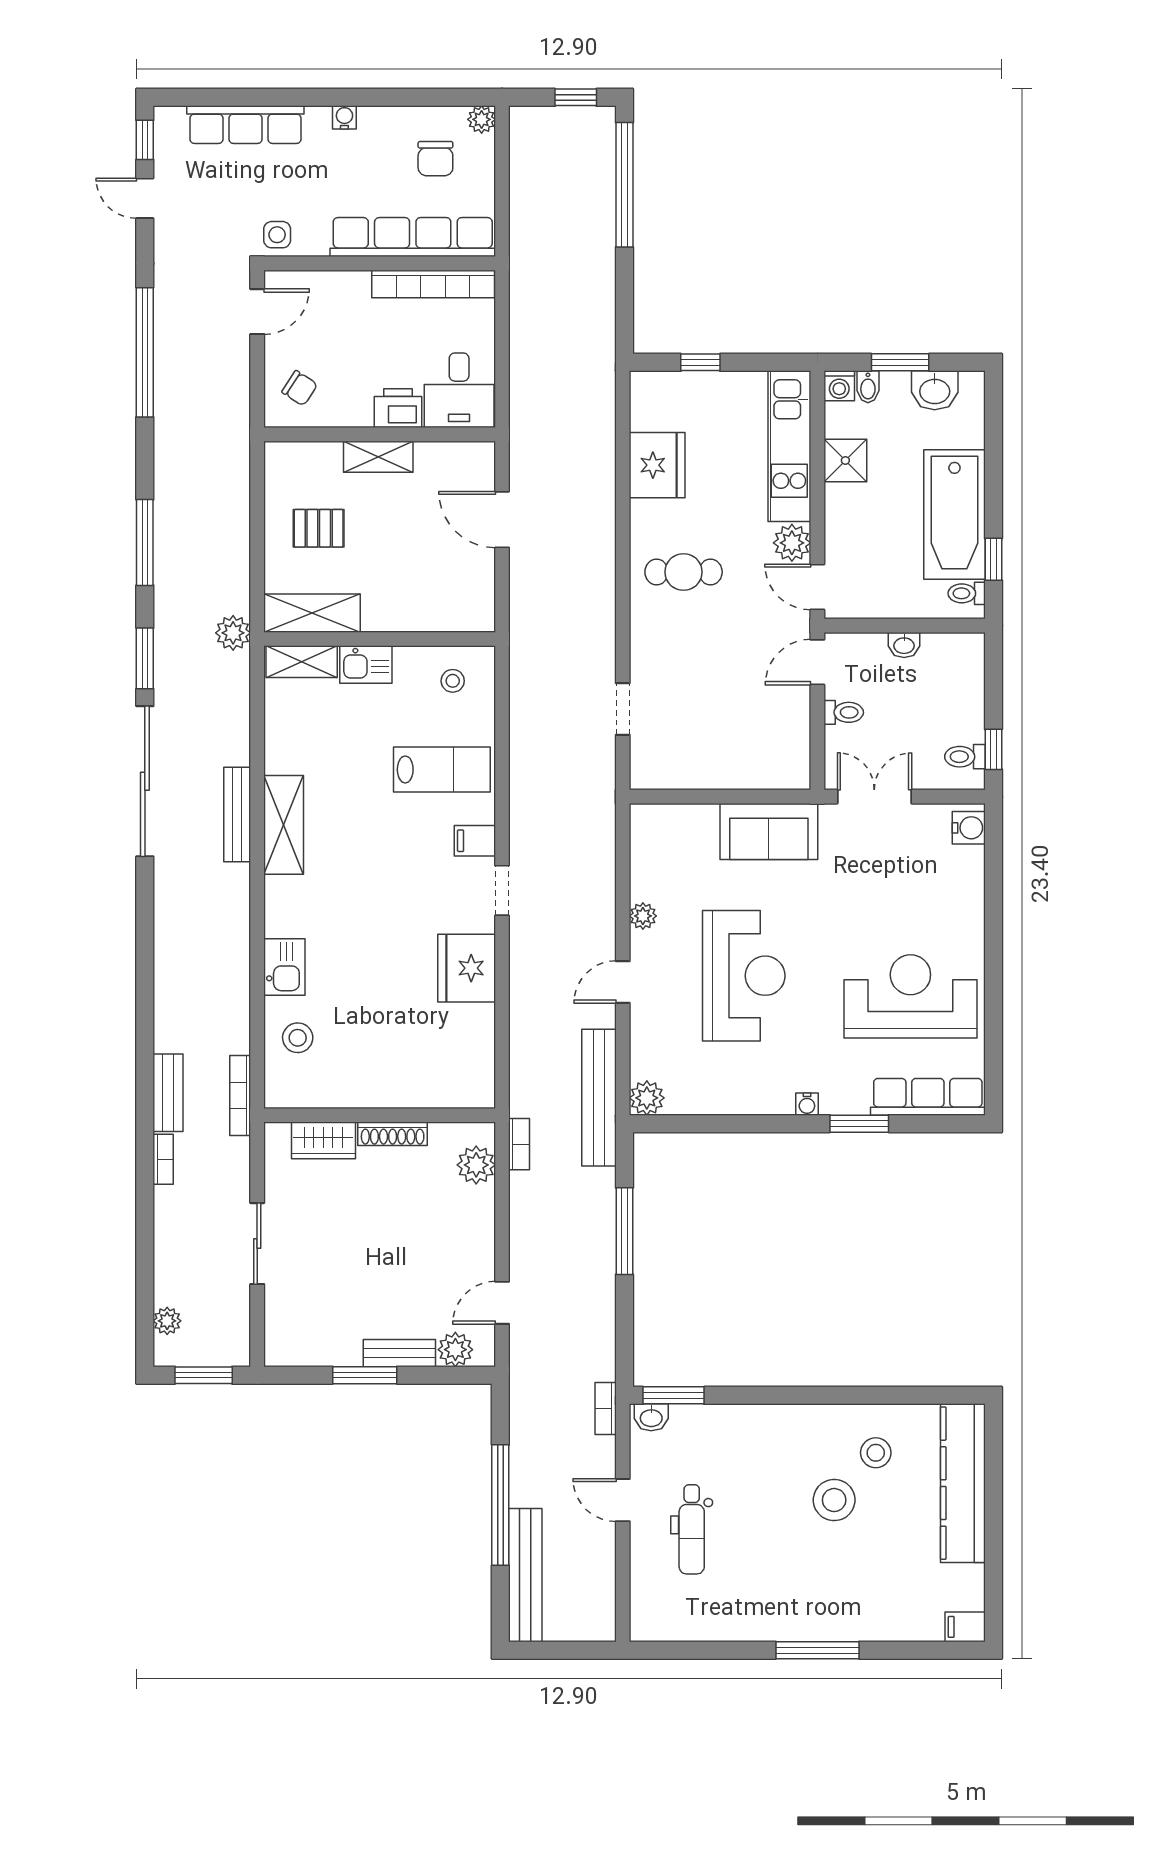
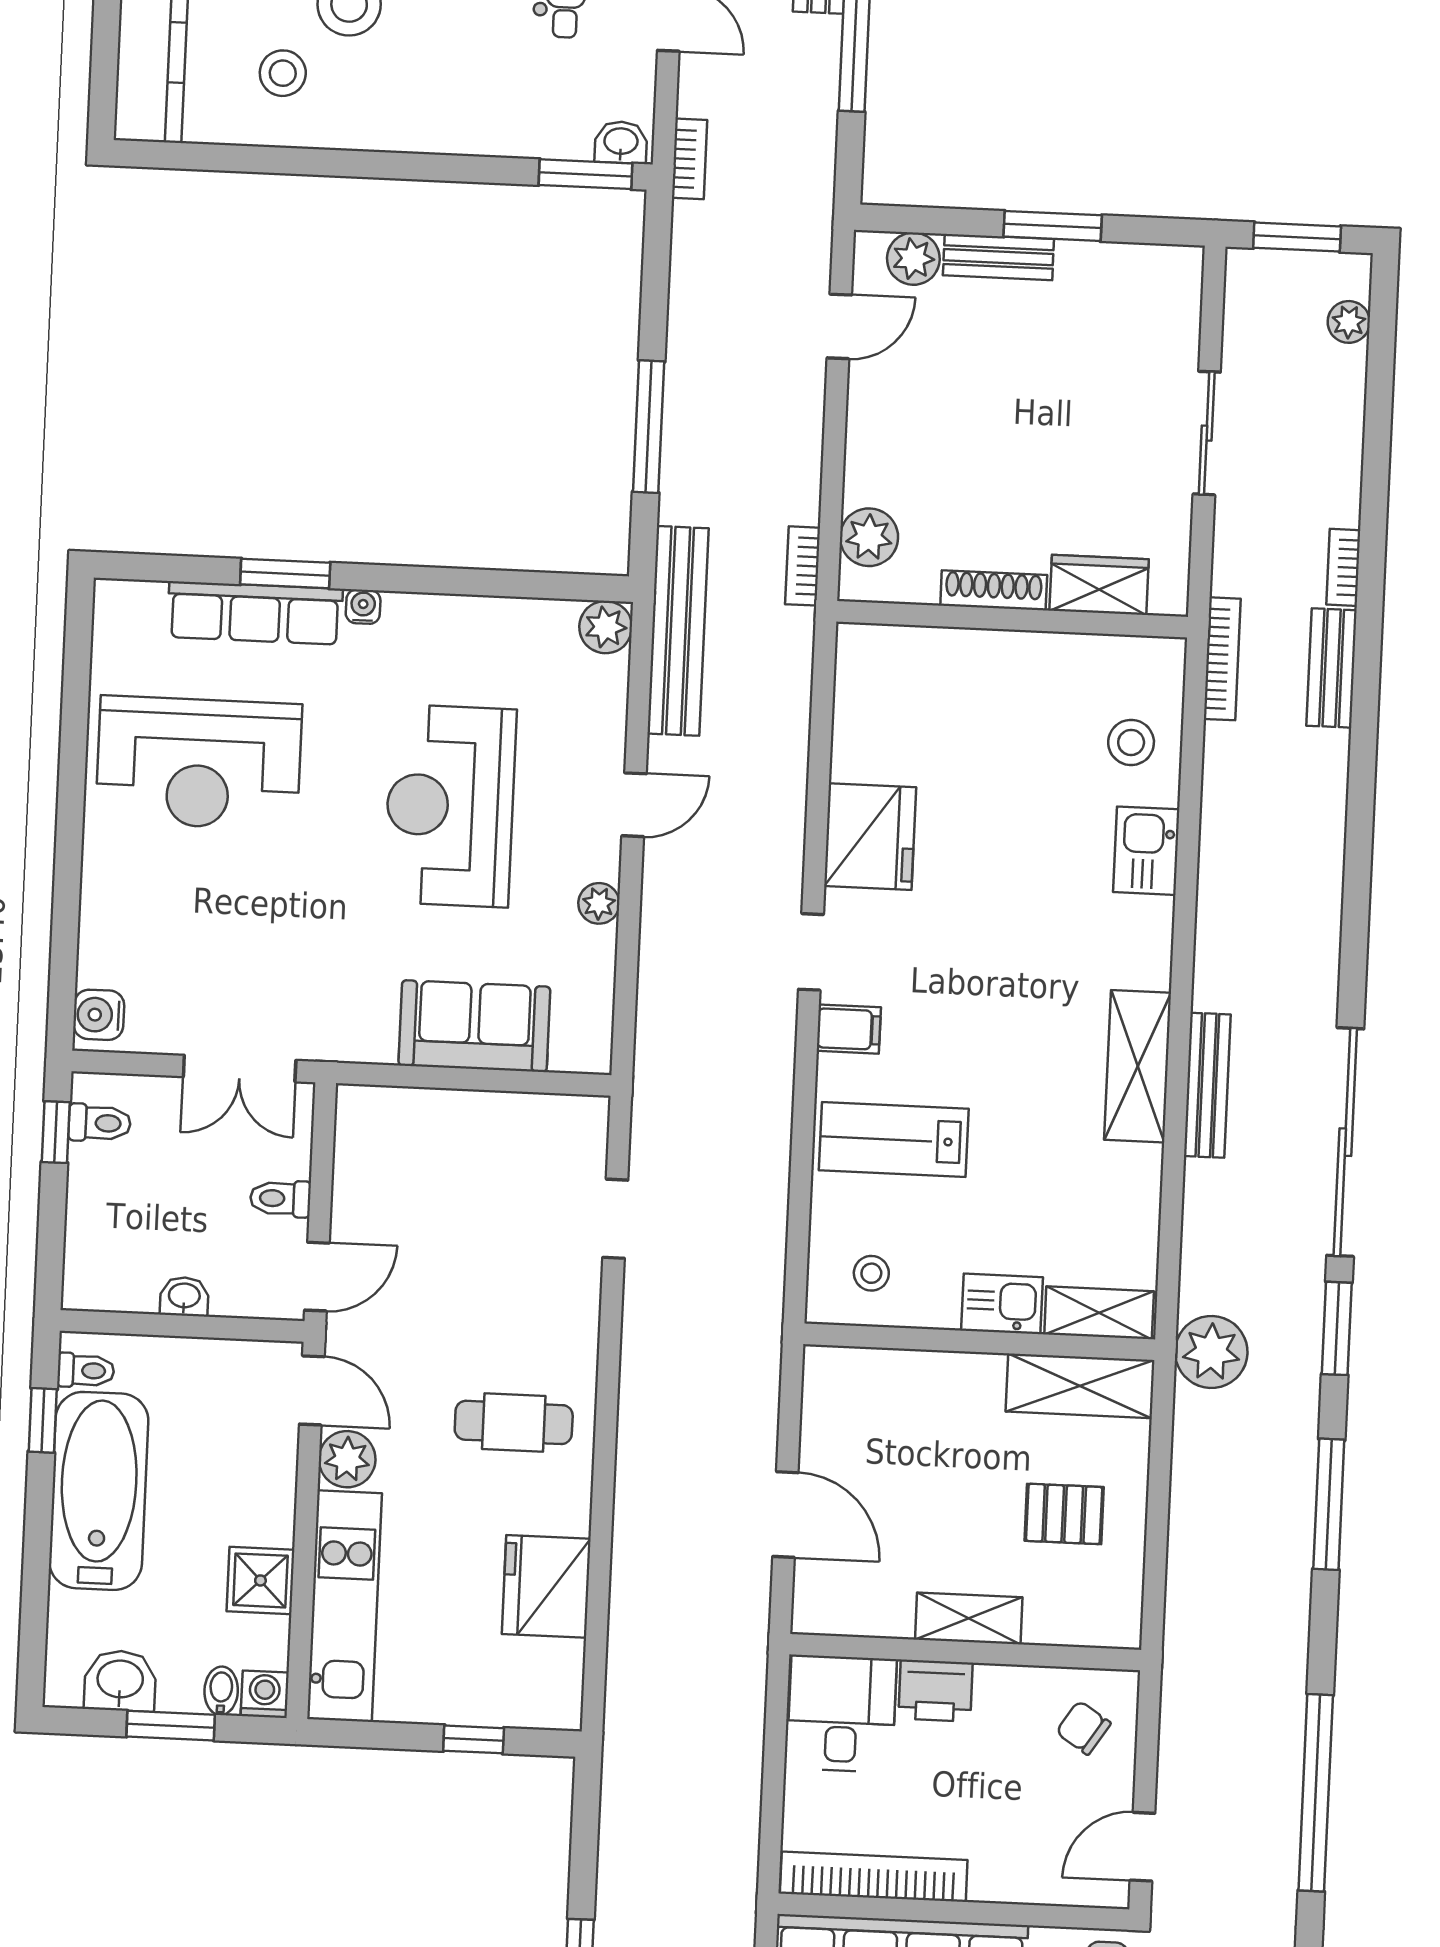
plant: (233, 633) -> (1211, 1352), width x1.36, depth x1.36
sofa: (769, 832) -> (474, 1026), moved
row of seats: (928, 1097) -> (255, 613), moved

